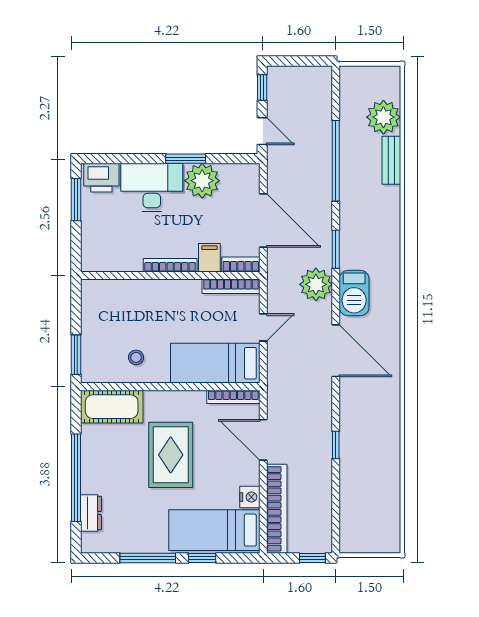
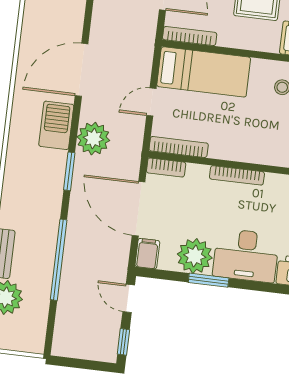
filing cabinet: (209, 258) -> (147, 254), moved, turned 180
door: (336, 351) -> (82, 70), hinge flipped

